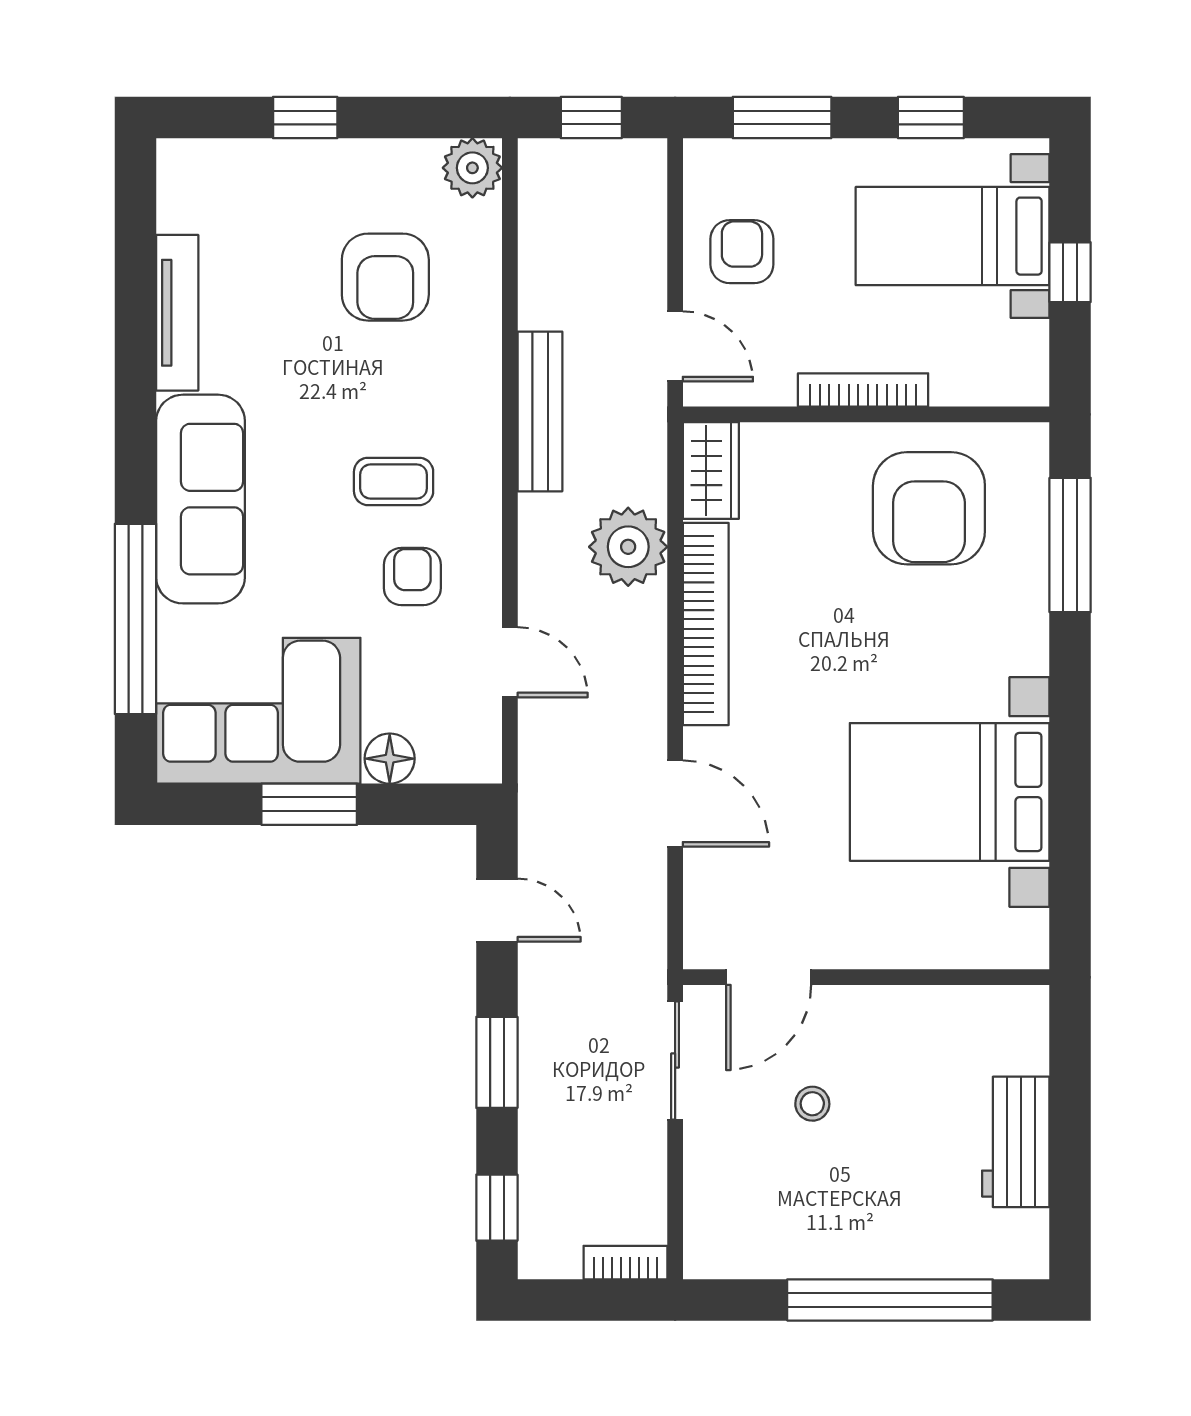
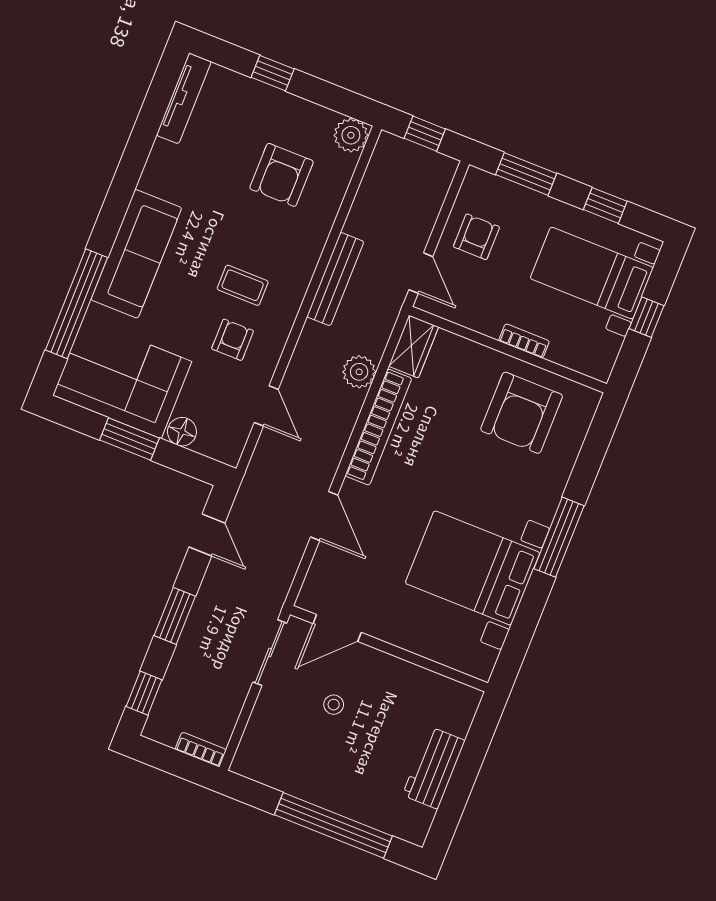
tv unit: (177, 313) -> (184, 98), moved
bookcase: (863, 390) -> (524, 341), width x0.64
window: (1070, 545) -> (559, 537), moved
plant: (628, 547) -> (359, 372), width x0.73, depth x0.73

